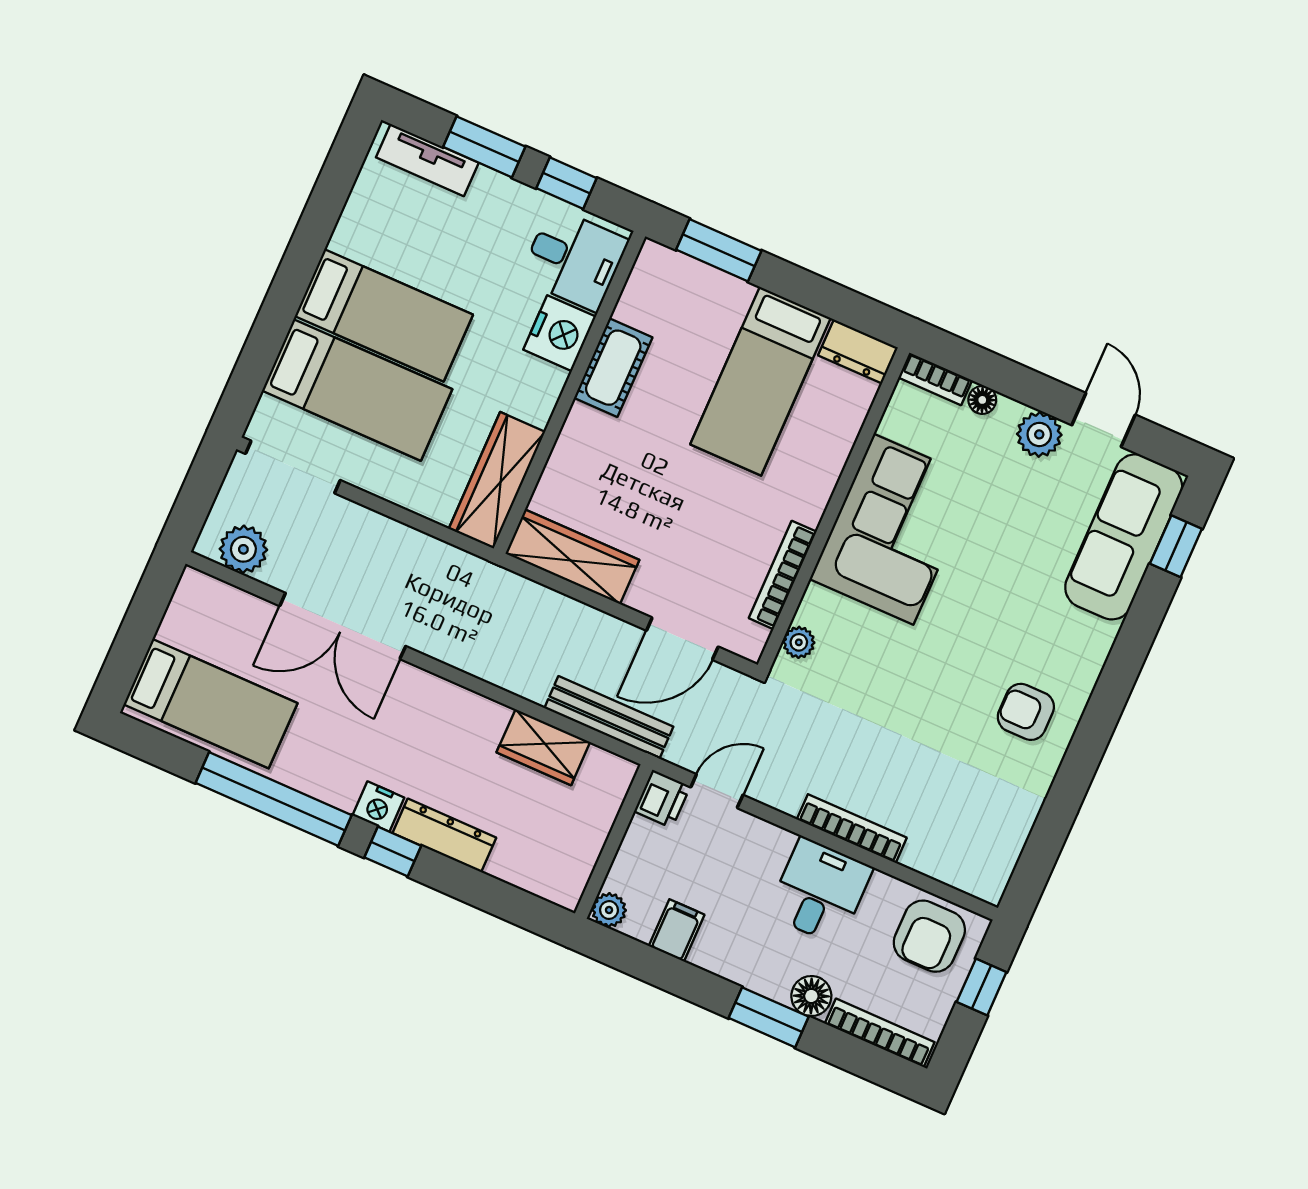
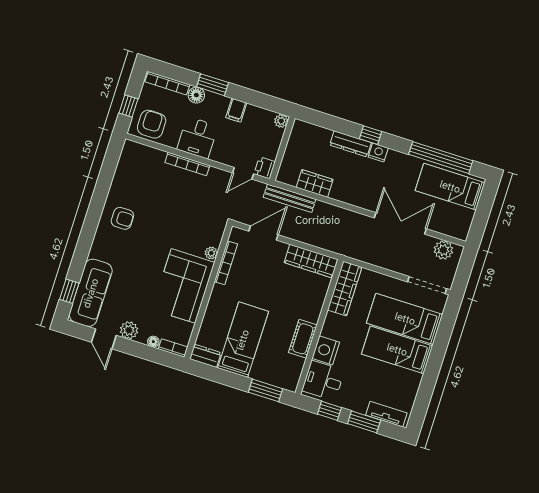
plant: (799, 642) -> (211, 253), moved
window: (274, 799) -> (441, 158), moved
filing cabinet: (677, 930) -> (236, 110), moved

